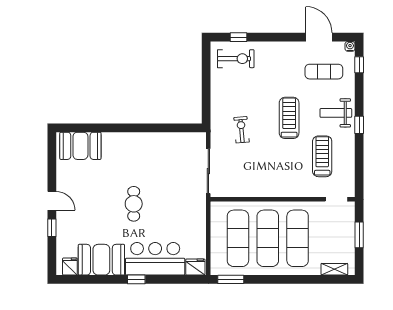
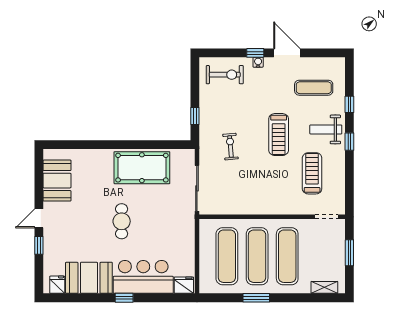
window: (239, 37) -> (255, 53), moved
door: (319, 37) -> (287, 53), moved
water cooler: (350, 46) -> (258, 62), moved
window: (359, 65) -> (349, 104), moved
window: (206, 100) -> (195, 116), added
treadmill: (289, 118) -> (279, 135), turned 180
booth: (80, 146) -> (57, 181), moved, turned 90
pool table: (154, 151) -> (142, 168), added
door: (52, 201) -> (39, 218), swing flipped
window: (231, 279) -> (256, 298), moved

